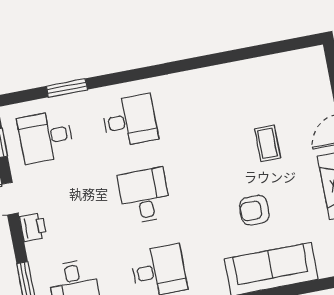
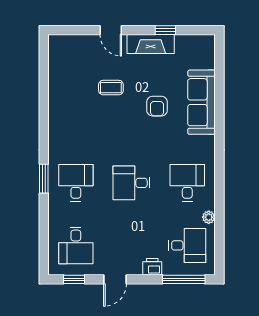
window: (67, 88) -> (44, 179), moved
printer: (33, 227) -> (152, 267), moved

